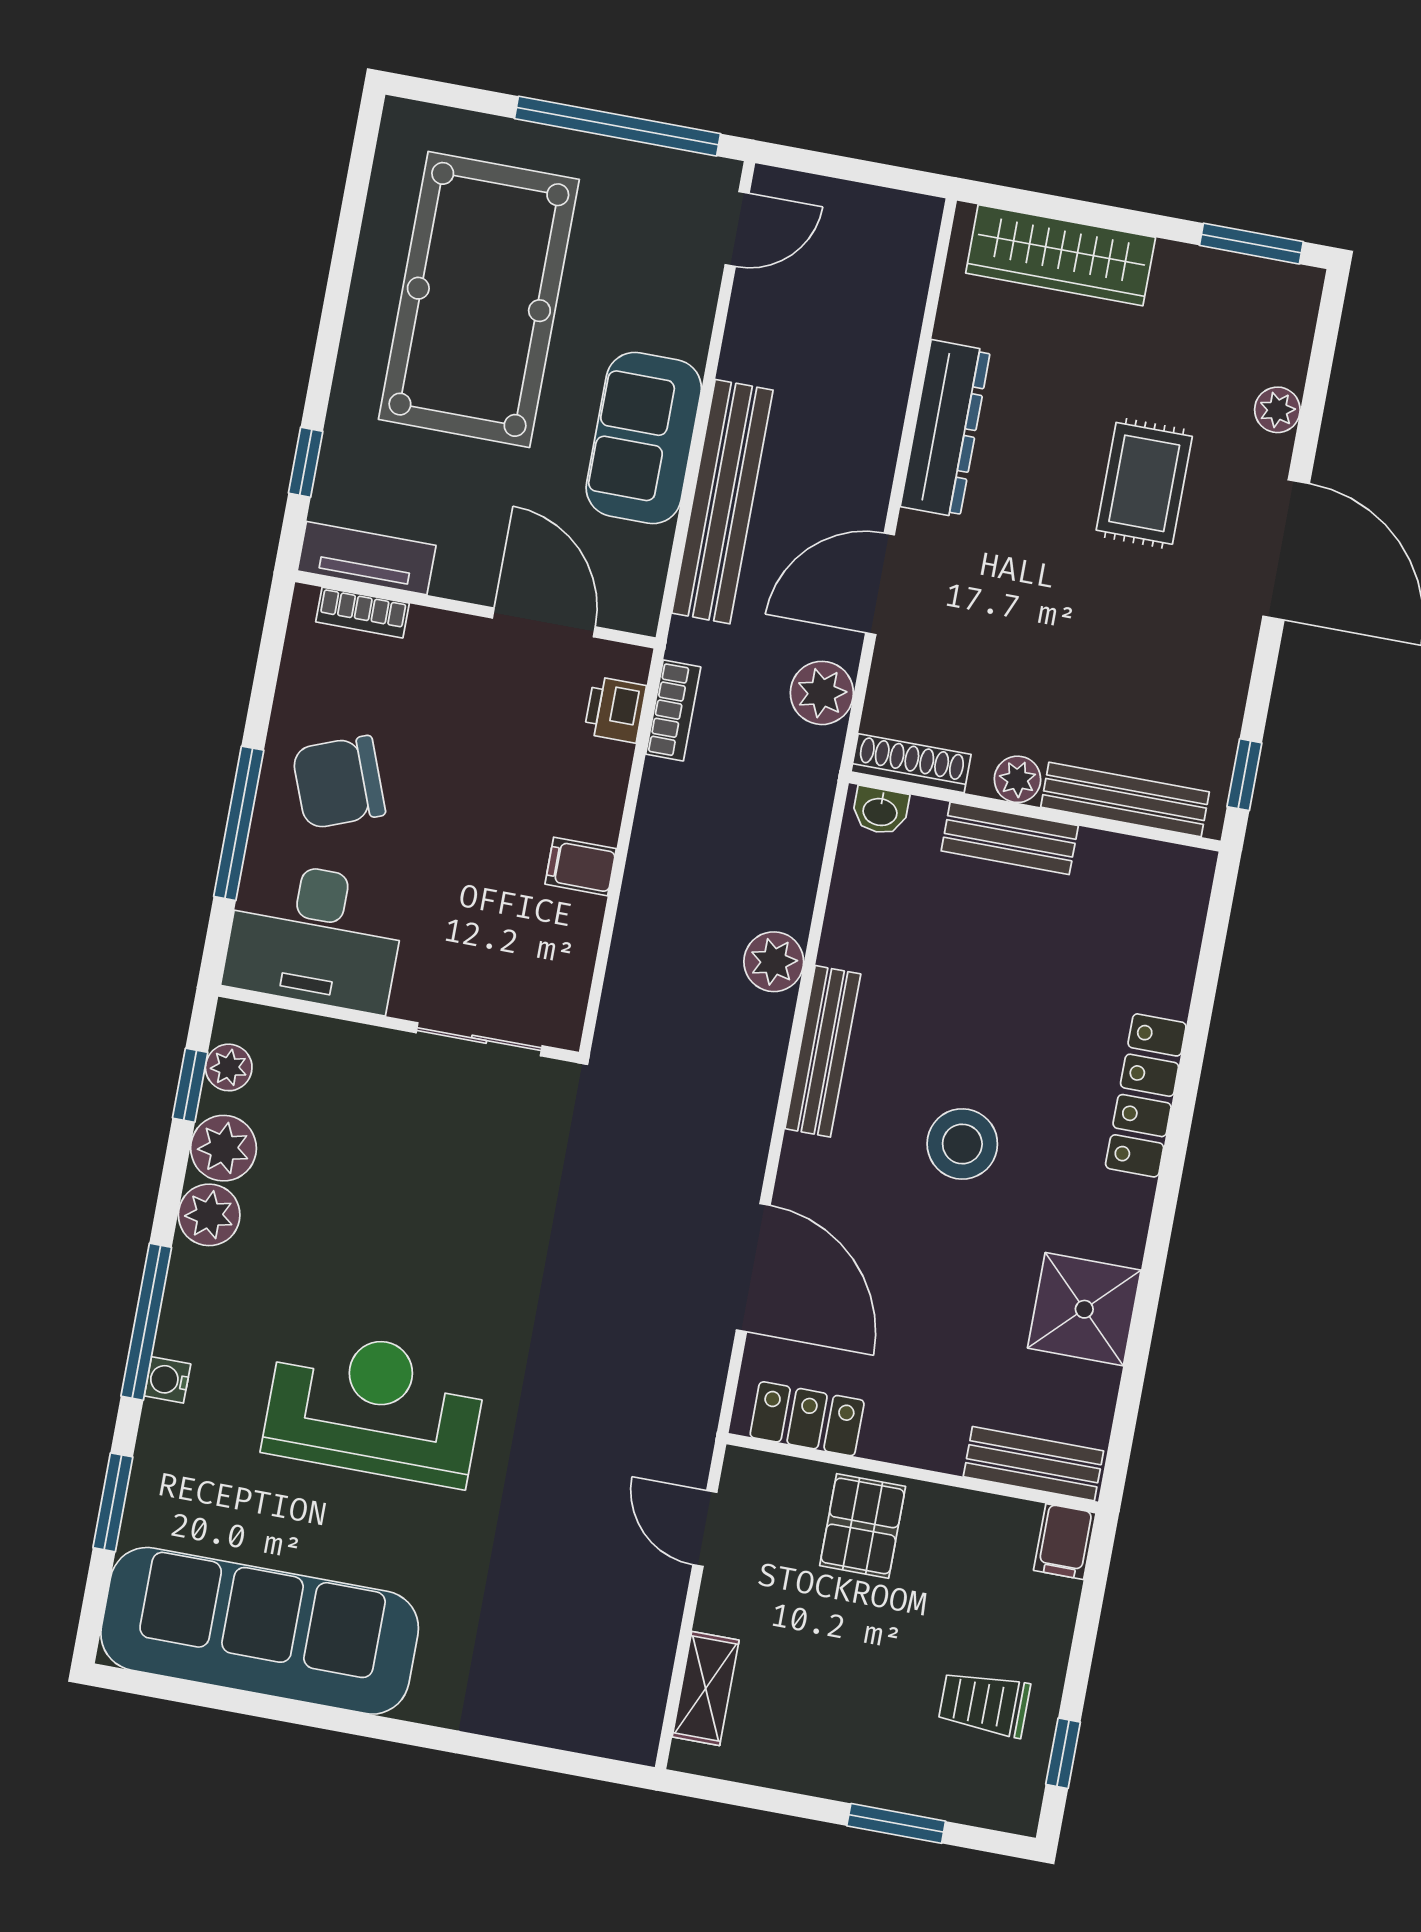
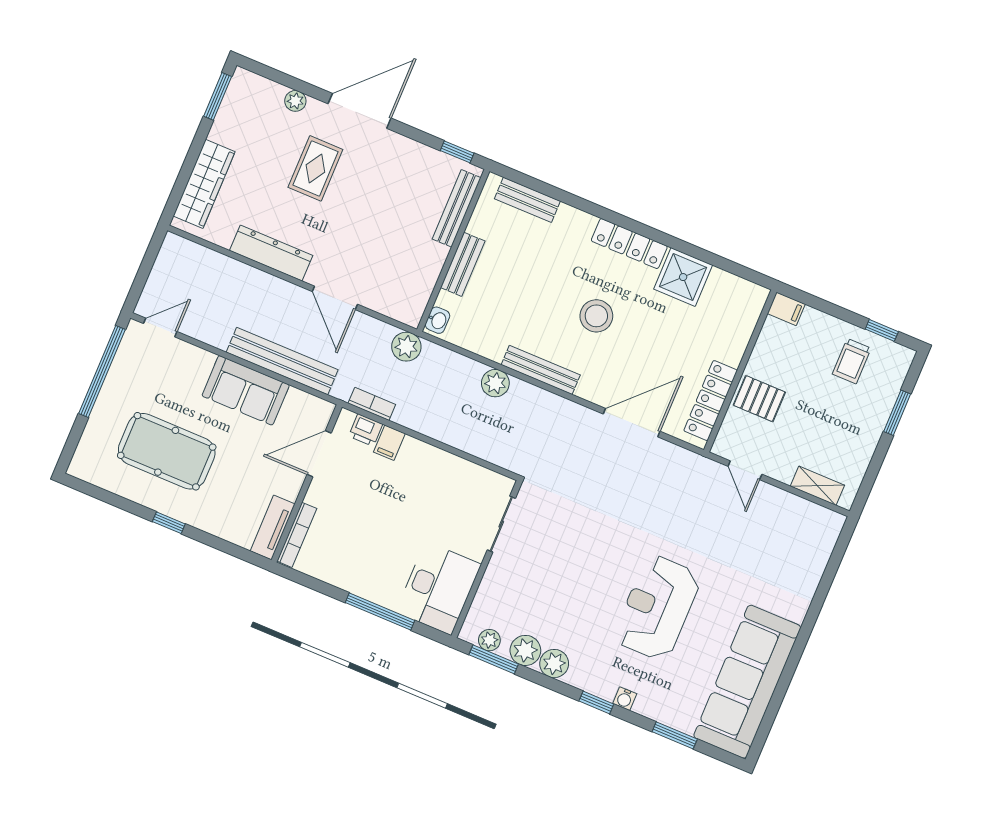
door: (737, 229) -> (160, 327), hinge flipped
pool table: (479, 299) -> (167, 451), width x0.73, depth x0.76
window: (306, 462) -> (169, 523), moved
rug: (1144, 483) -> (315, 168), turned 90
bookcase: (362, 613) -> (297, 535), width x1.56
plant: (822, 693) -> (406, 347), moved
shoe rack: (911, 763) -> (419, 302), removed
plant: (1017, 779) -> (437, 255), removed
chair: (339, 782) -> (371, 562), removed
filing cabinet: (581, 866) -> (389, 443), moved
window: (190, 1085) -> (494, 659), width x1.50
locker: (1146, 1095) -> (629, 244), moved
window: (146, 1322) -> (596, 702), width x0.46
locker: (807, 1419) -> (711, 401), width x1.53
bench: (1033, 1464) -> (527, 200), moved, turned 90
door: (705, 1529) -> (745, 470), hinge flipped

